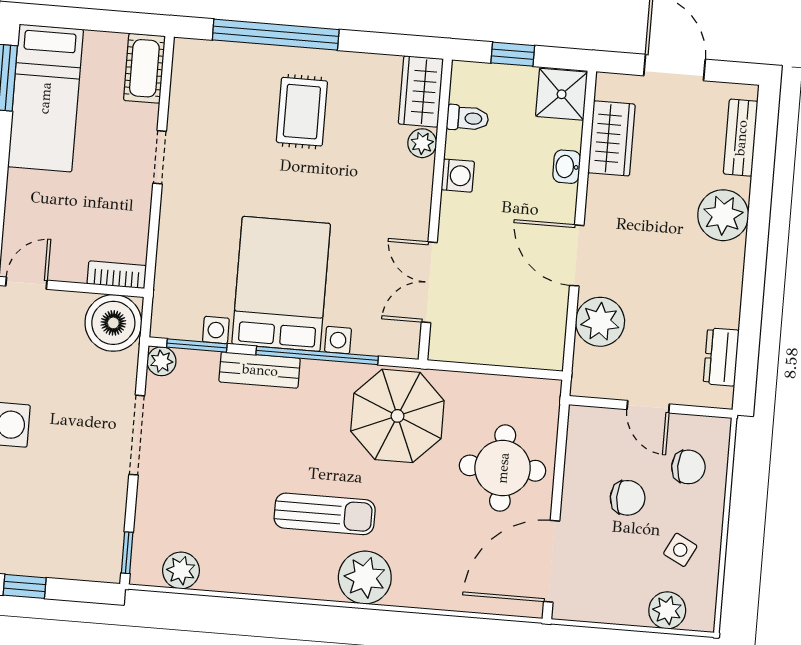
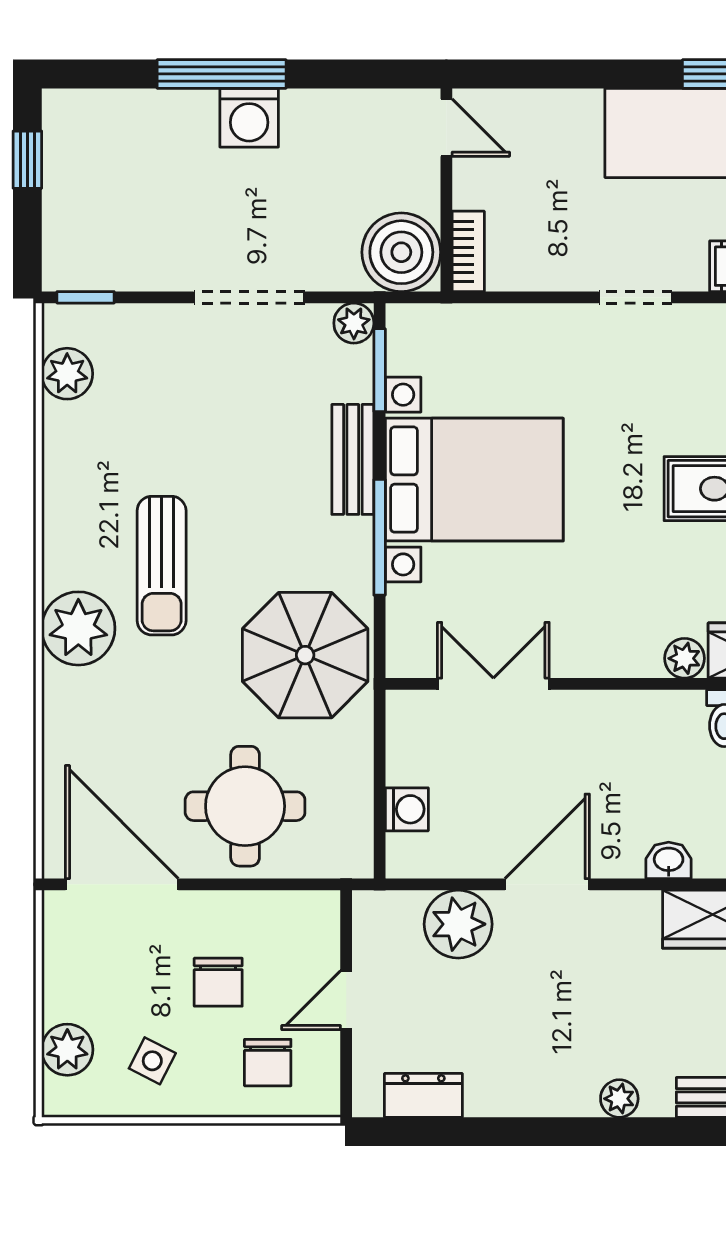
washing machine: (458, 176) -> (407, 809), moved, turned -90
plant: (723, 215) -> (619, 1099), width x0.53, depth x0.53
window: (317, 355) -> (380, 537), width x0.68

